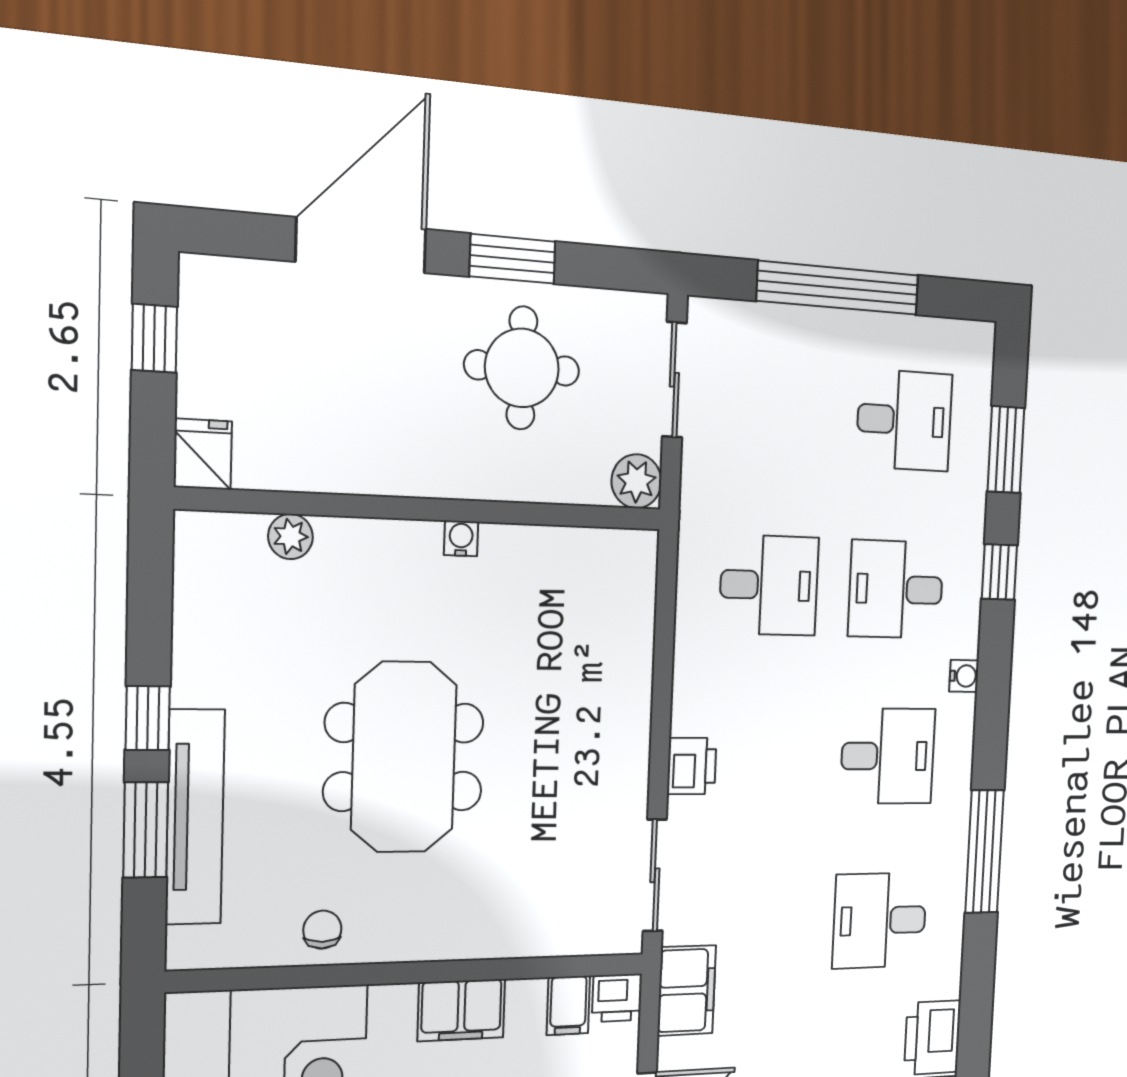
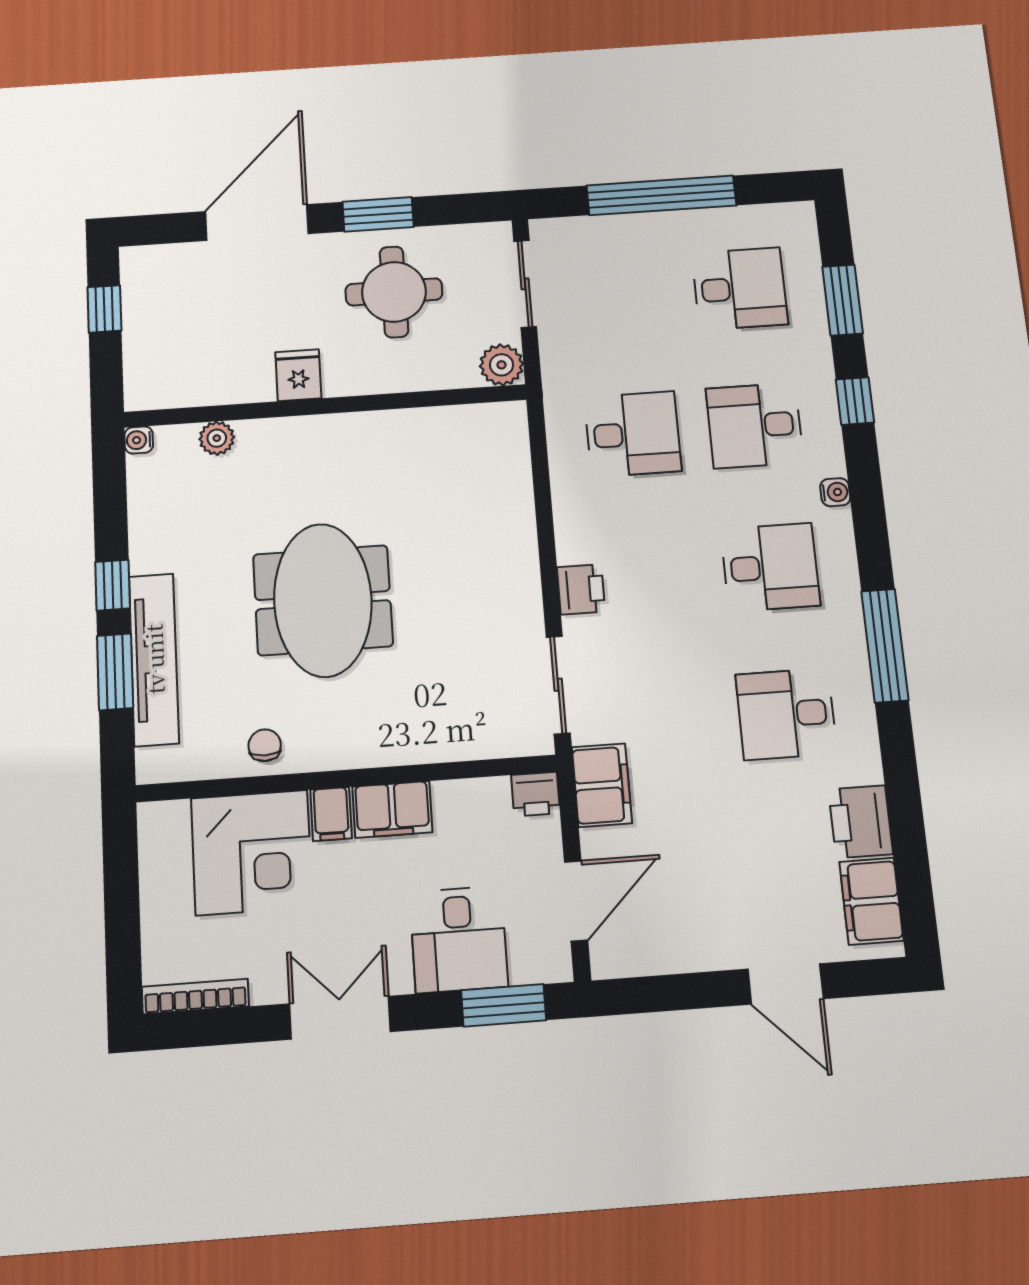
fridge: (203, 454) -> (298, 375), moved
water cooler: (461, 538) -> (139, 440), moved, turned -90
filing cabinet: (568, 1005) -> (331, 814), moved

